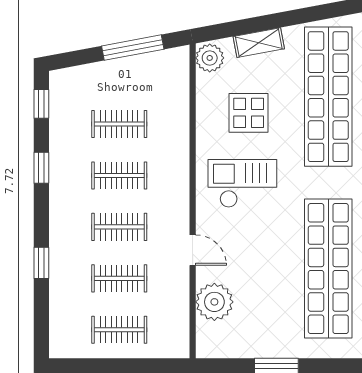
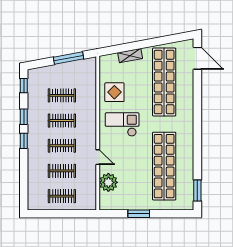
plant: (210, 58) -> (106, 63), removed
display table: (249, 113) -> (114, 92), moved
window: (41, 263) -> (24, 141), moved

